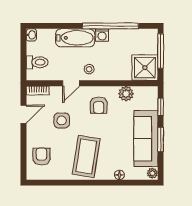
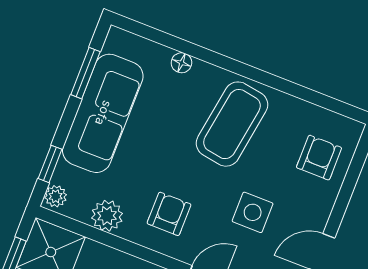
window: (161, 140) -> (85, 73), moved
armchair: (41, 157) -> (319, 158), turned 180
plant: (152, 173) -> (56, 196), moved

